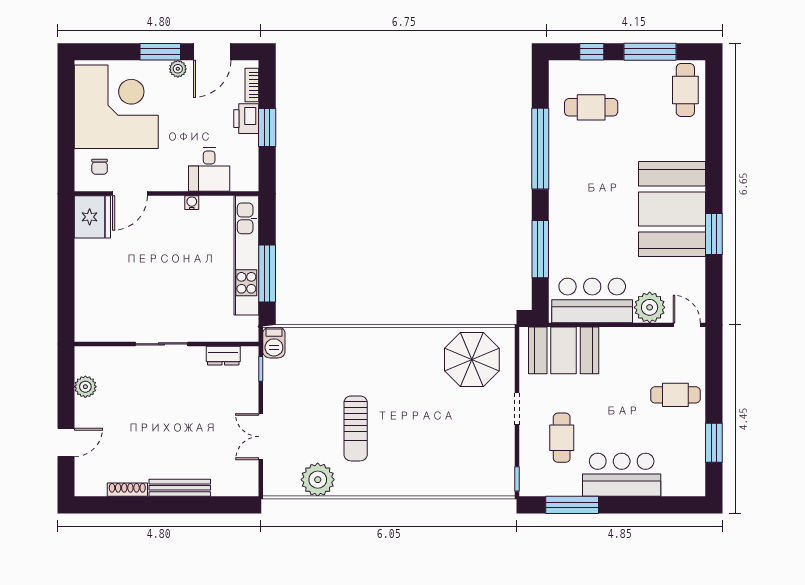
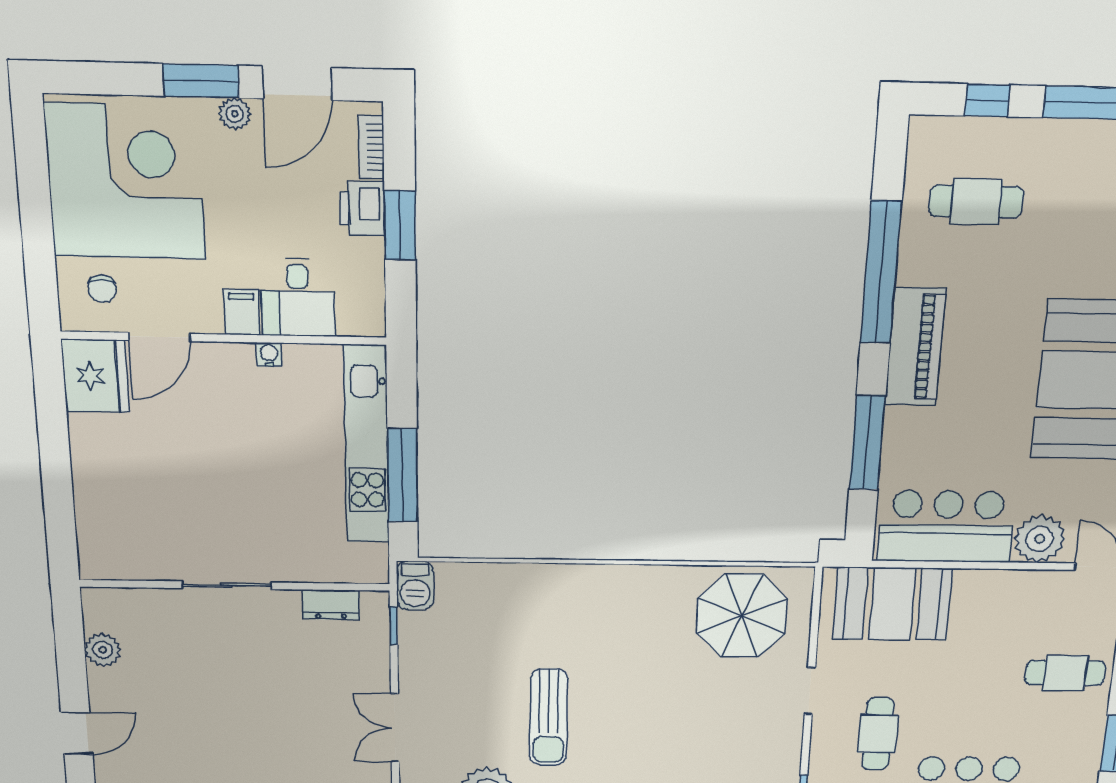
filing cabinet: (177, 179) -> (242, 312), added
piano: (564, 191) -> (915, 347), added

